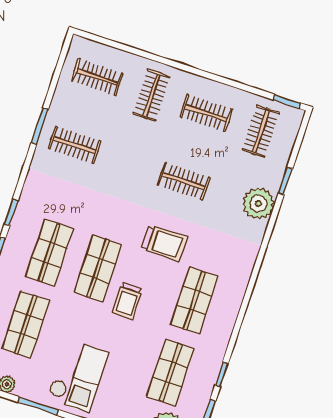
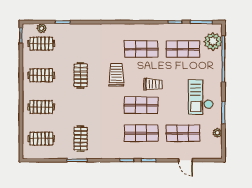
clothes rail: (97, 77) -> (41, 139), turned 90
clothes rail: (206, 113) -> (41, 75), turned 90
plant: (258, 204) -> (41, 28), moved, width x0.53, depth x0.53
checkout: (78, 376) -> (201, 97), turned -90

